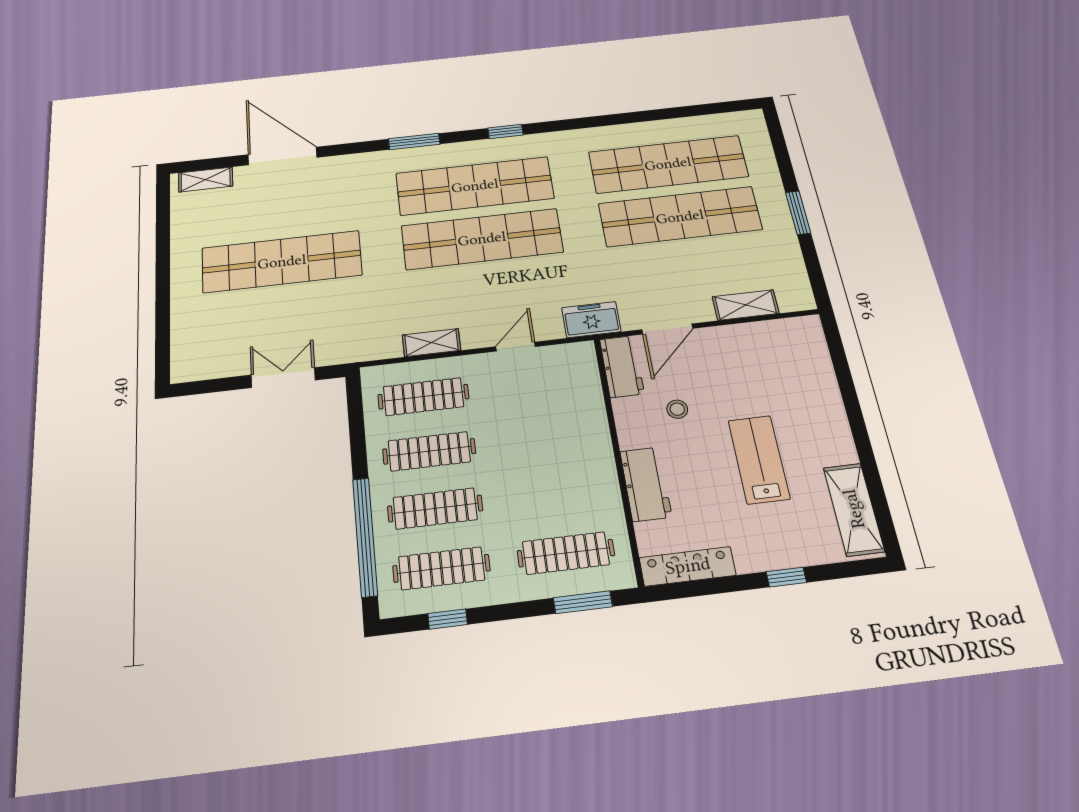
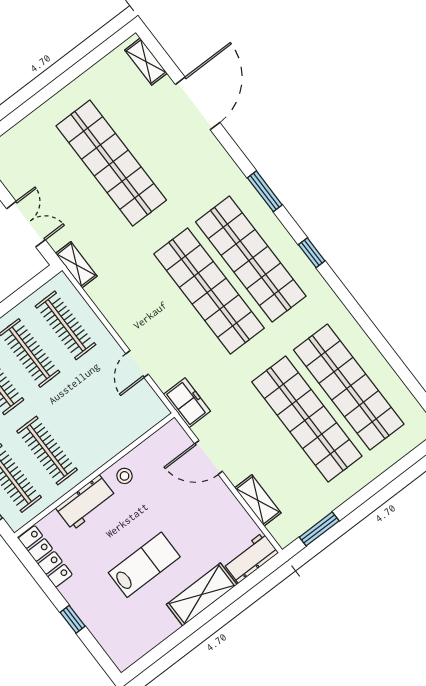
window: (798, 213) -> (319, 529), moved
shelving: (432, 343) -> (76, 265), moved
door: (516, 347) -> (137, 364), swing flipped
workbench: (622, 366) -> (251, 558), moved, turned 180
stool: (677, 409) -> (125, 476), moved
clothes rail: (557, 494) -> (47, 451), added
shelving: (854, 509) -> (202, 594), moved

